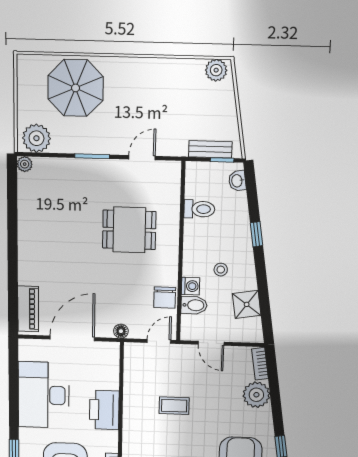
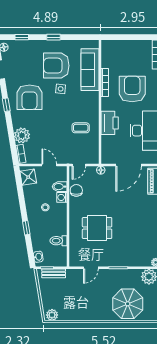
shower: (247, 304) -> (28, 177), moved
coffee table: (174, 406) -> (81, 128), moved

